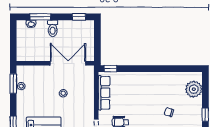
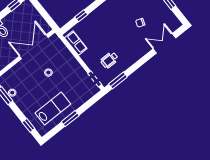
window: (110, 69) -> (81, 16), moved
row of seats: (104, 93) -> (76, 43), width x0.68

